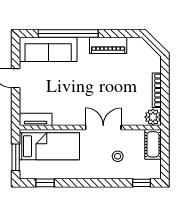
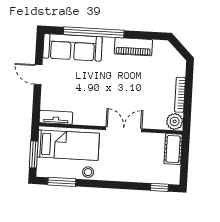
stool: (118, 156) -> (88, 172), moved
window: (45, 183) -> (62, 182), width x1.50

